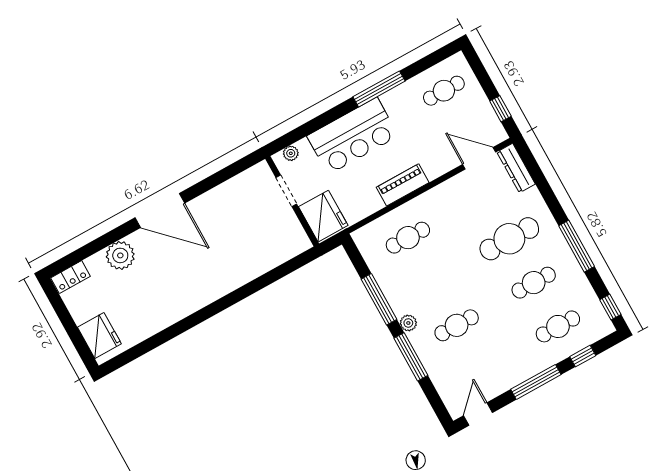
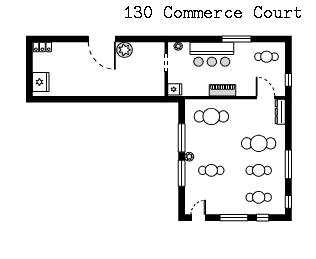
fridge: (323, 216) -> (175, 89), width x0.53, depth x0.75
cafe table: (408, 238) -> (211, 116), width x1.37, depth x1.35
plant: (120, 255) -> (125, 50), moved

